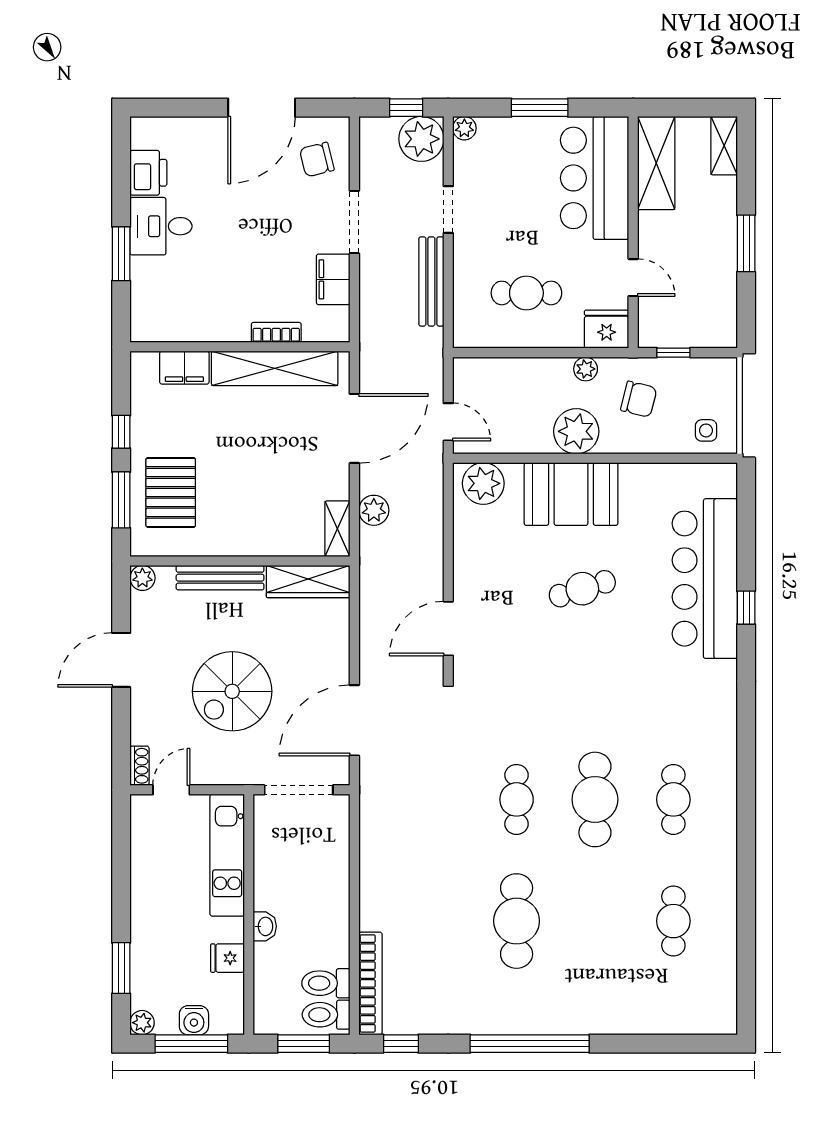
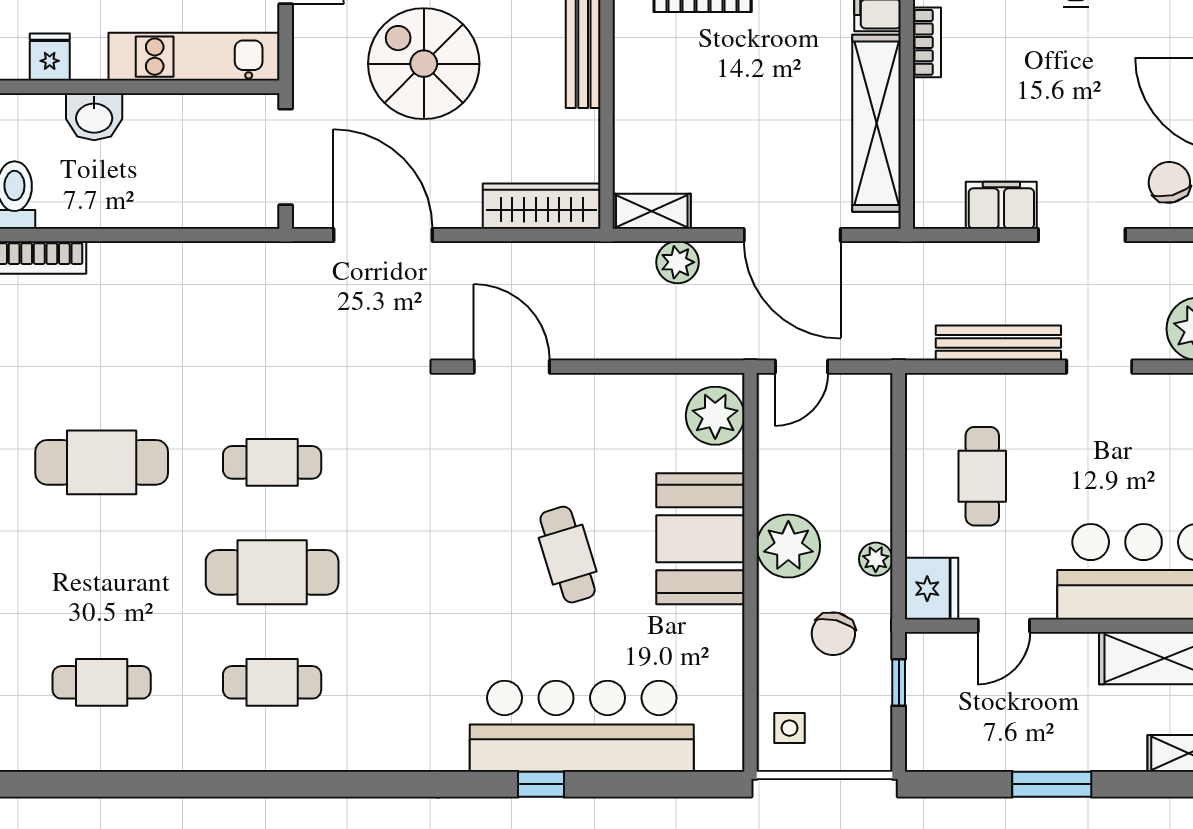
bookcase: (276, 332) -> (927, 42), moved
wardrobe: (308, 582) -> (542, 206), moved, turned 90
washbasin: (265, 926) -> (94, 117), width x1.38, depth x1.45

